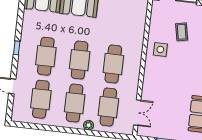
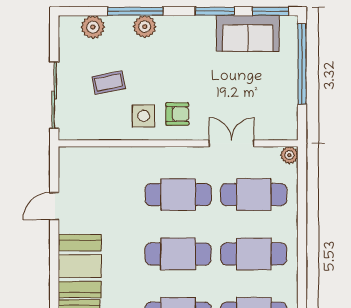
armchair: (159, 69) -> (177, 114), added
double door: (137, 113) -> (231, 143), moved
plant: (89, 125) -> (289, 155), moved

